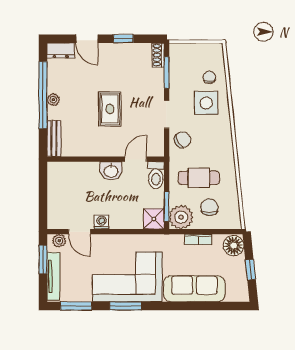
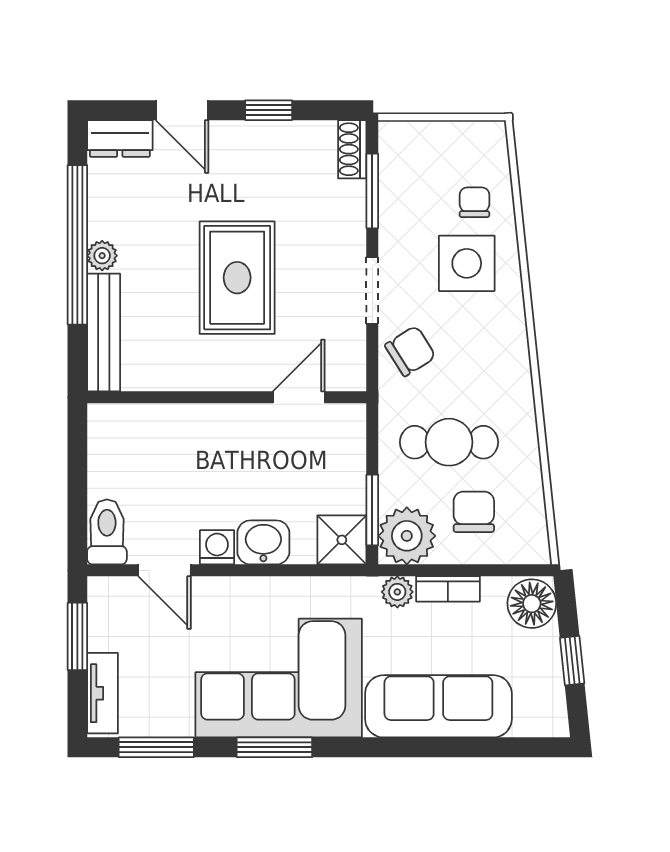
rug: (110, 109) -> (237, 278), width x1.36, depth x1.43
bench: (54, 139) -> (104, 333), width x1.36
washbasin: (111, 171) -> (263, 542), moved, turned 180
toilet: (156, 175) -> (107, 532), moved, turned 180
plant: (59, 241) -> (397, 592), moved
tv unit: (53, 276) -> (103, 693), width x0.71

